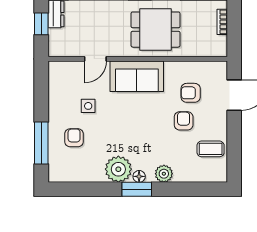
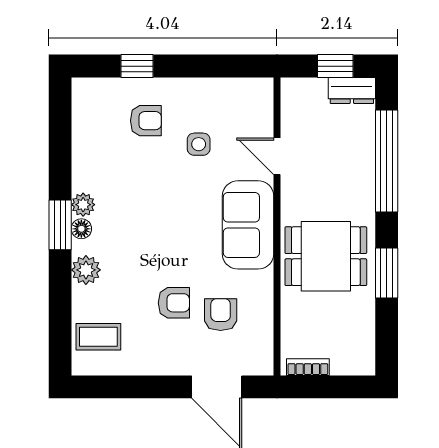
bookcase: (222, 22) -> (308, 367), moved
dining table: (156, 30) -> (326, 256), turned 90
window: (41, 143) -> (137, 66), width x0.46
coffee table: (211, 149) -> (98, 337), moved, turned 90
plant: (118, 169) -> (83, 205), width x0.53, depth x0.53

